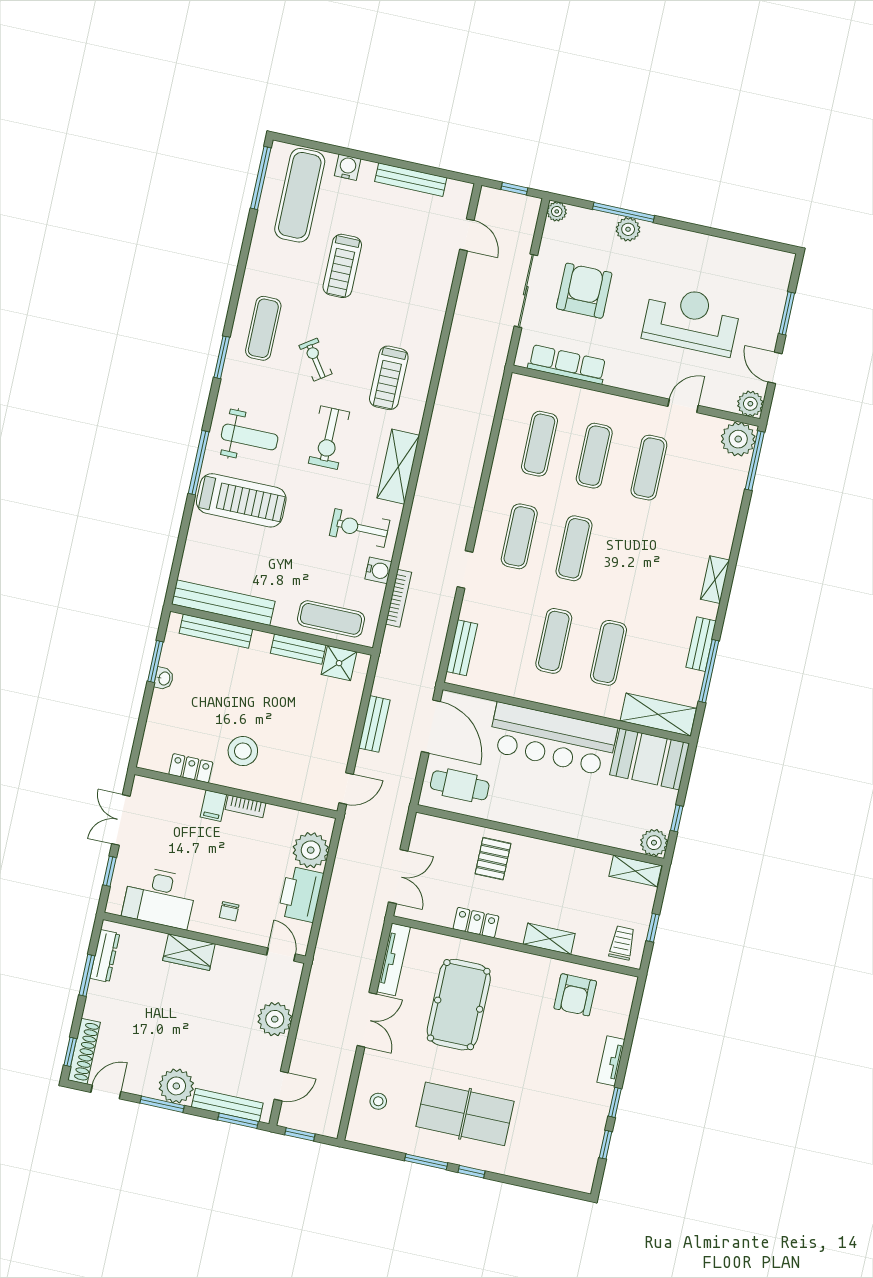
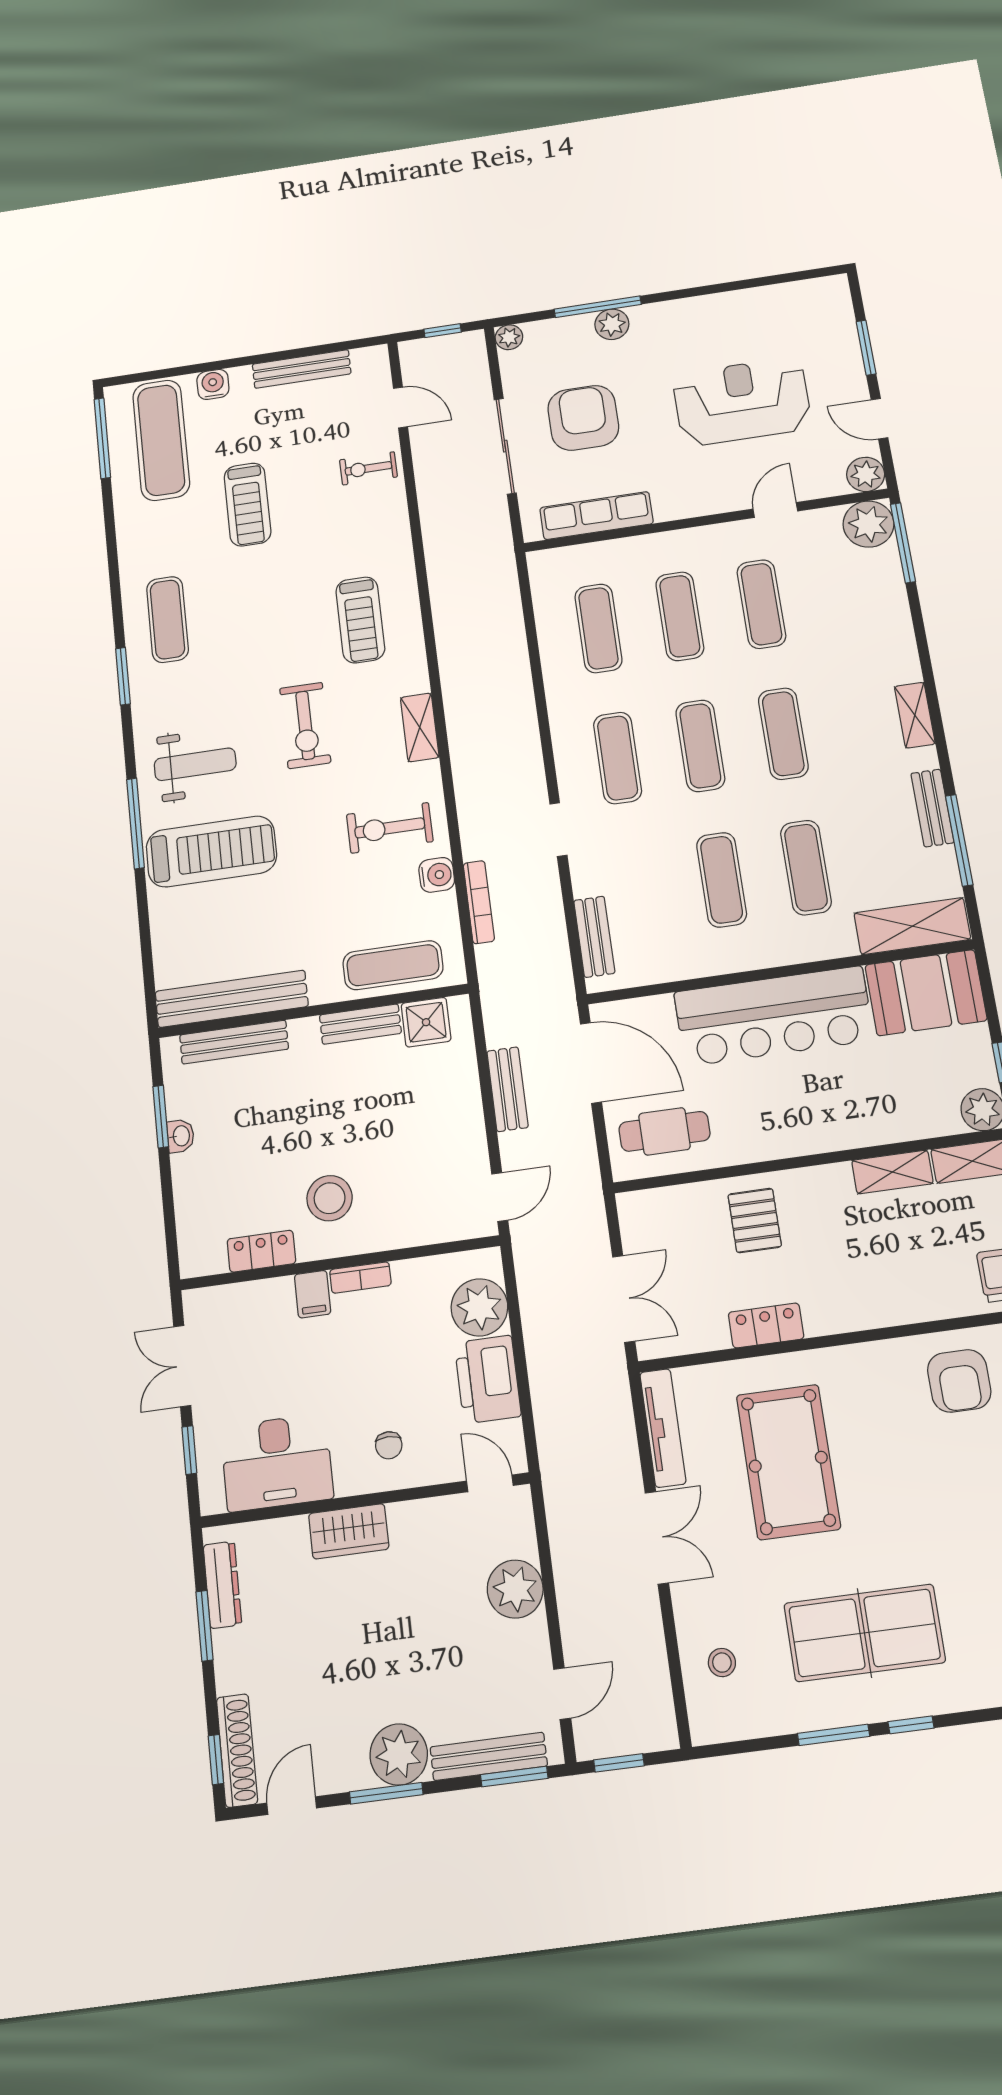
exercise bike: (315, 360) -> (368, 468), moved, turned -55
shelving: (398, 467) -> (420, 727), width x0.67, depth x0.75
exercise mat: (629, 560) -> (783, 734), added
shelving: (549, 939) -> (892, 1172), moved

